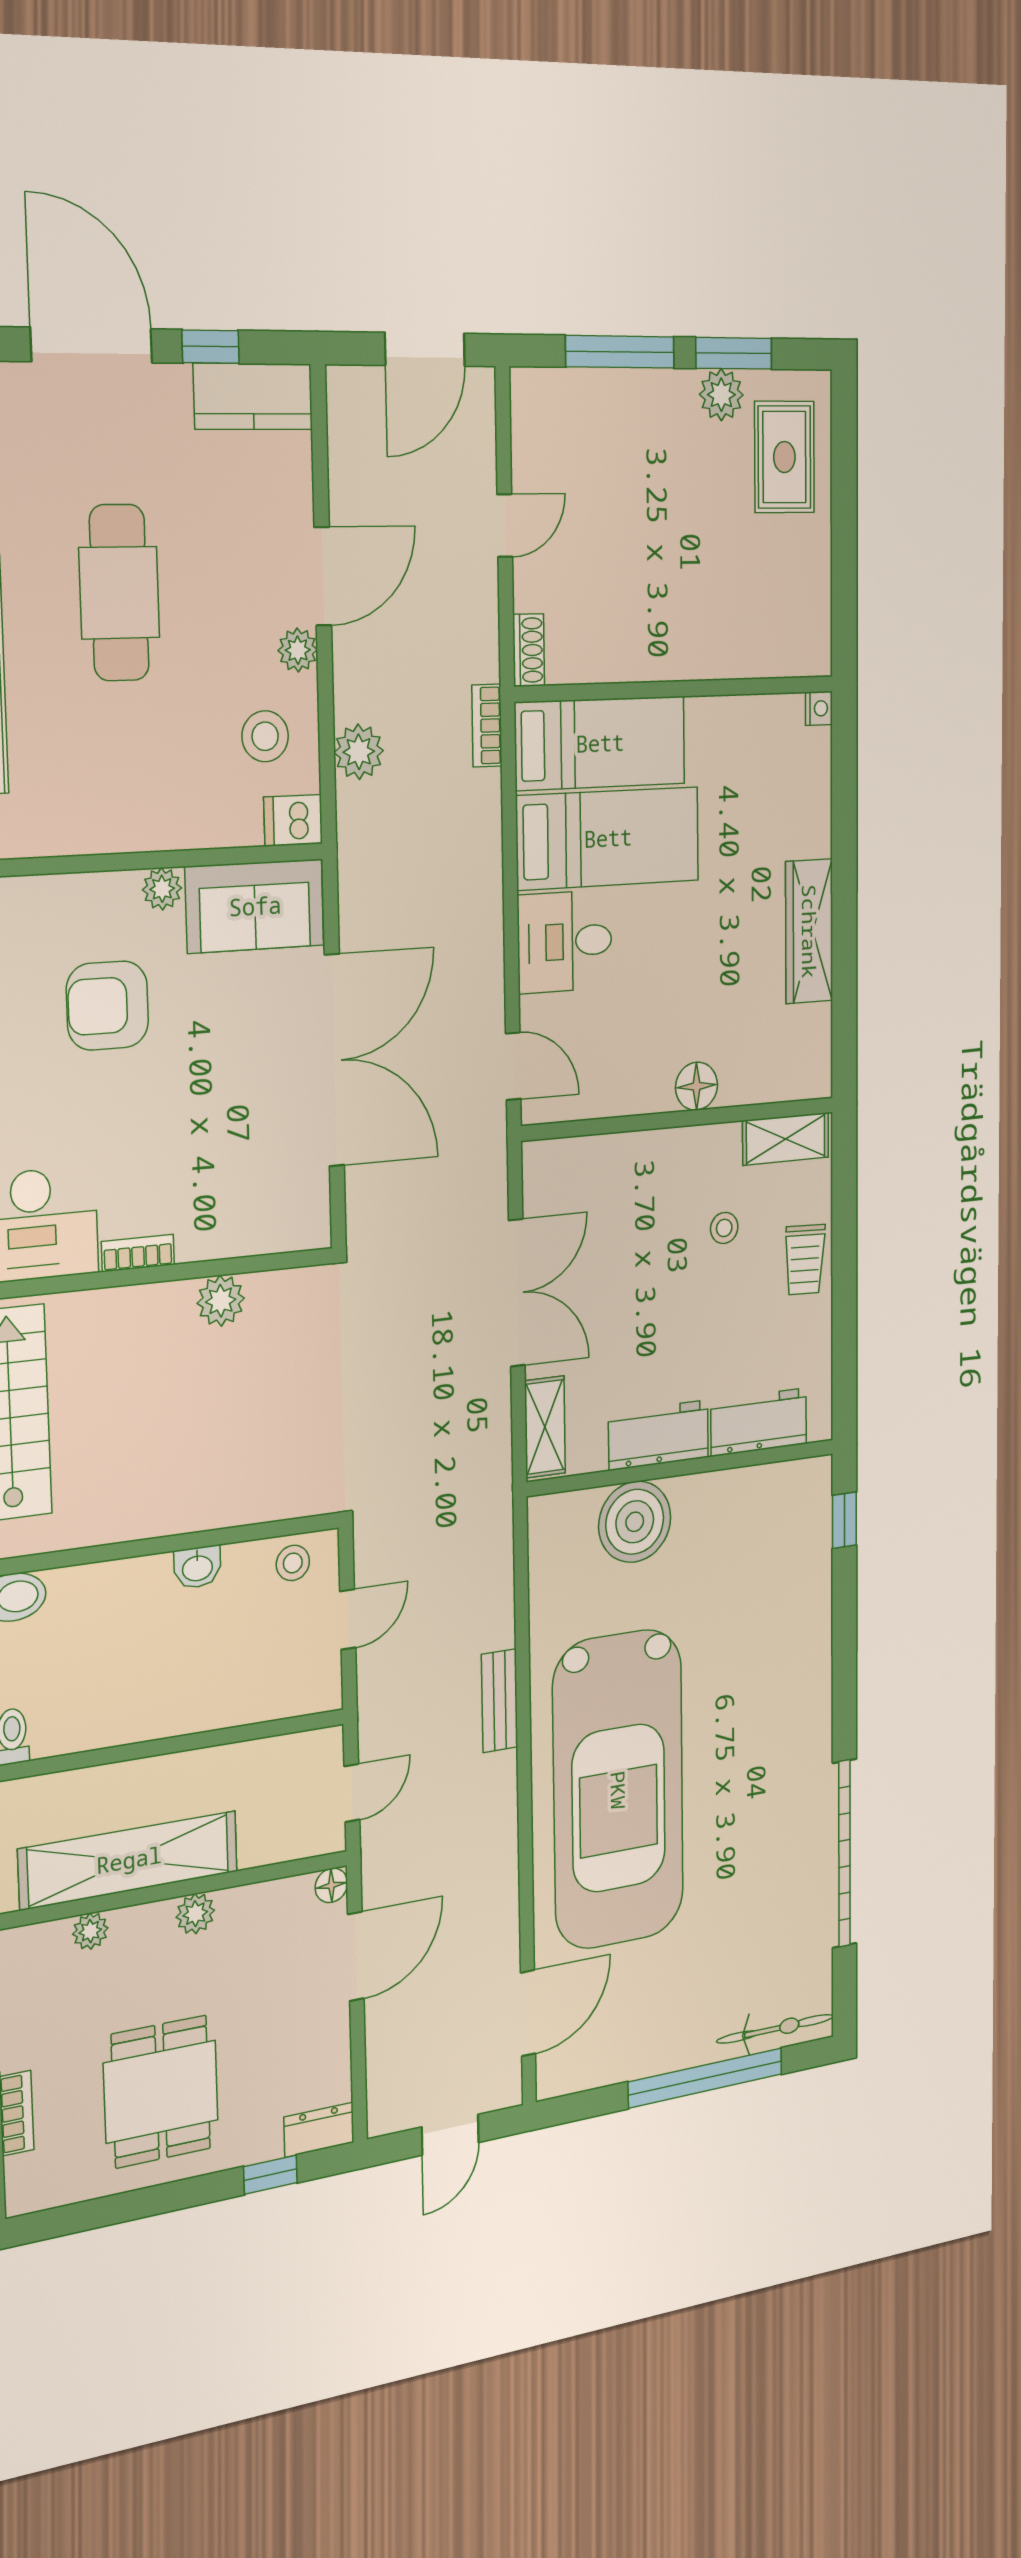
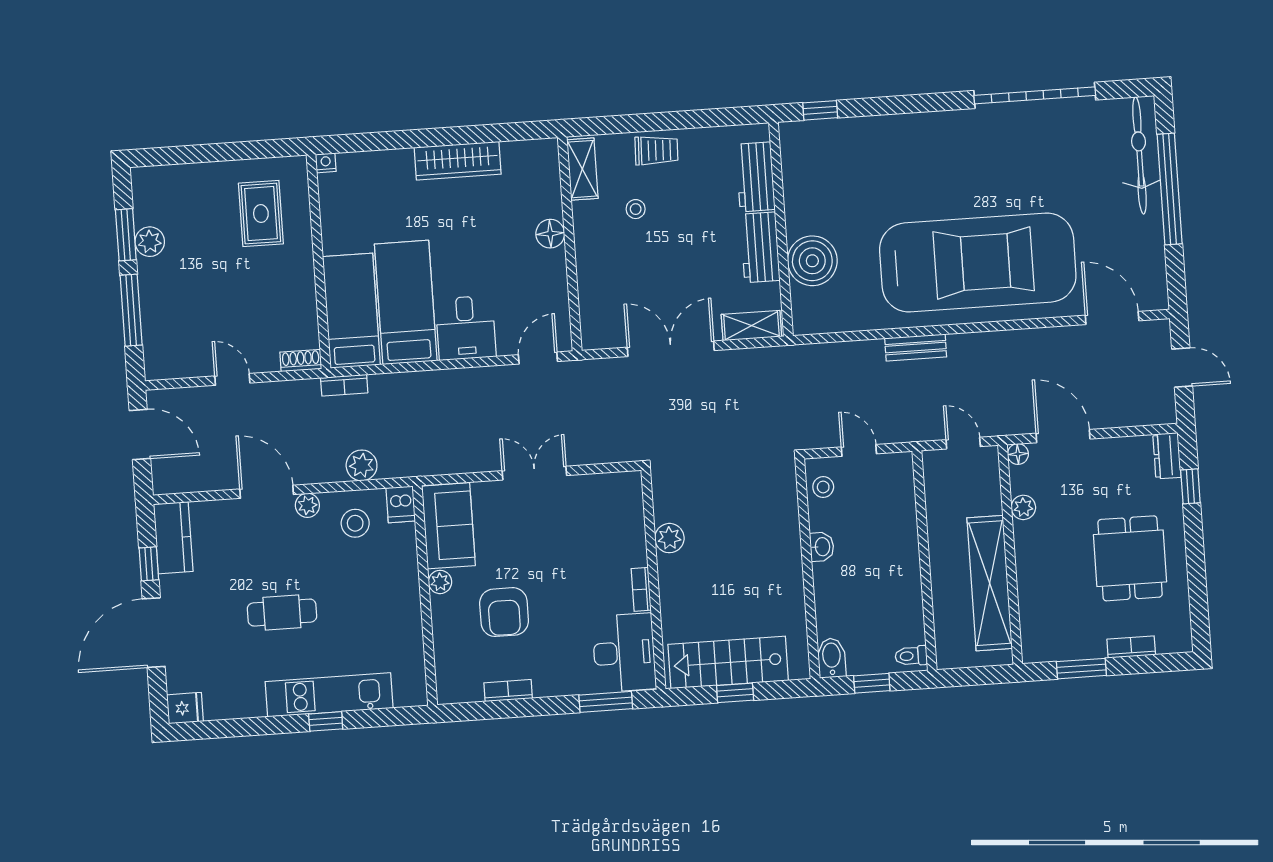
rug: (784, 457) -> (261, 214), moved, turned 90
cafe table: (119, 593) -> (282, 613), width x0.73, depth x0.74
double door: (334, 1060) -> (534, 473), width x0.54
plant: (195, 1914) -> (1023, 507), moved
plant: (90, 1931) -> (1029, 605), removed
bicycle: (775, 2029) -> (1140, 156), width x1.37, depth x1.40
dining table: (161, 2092) -> (1130, 558), turned 90

